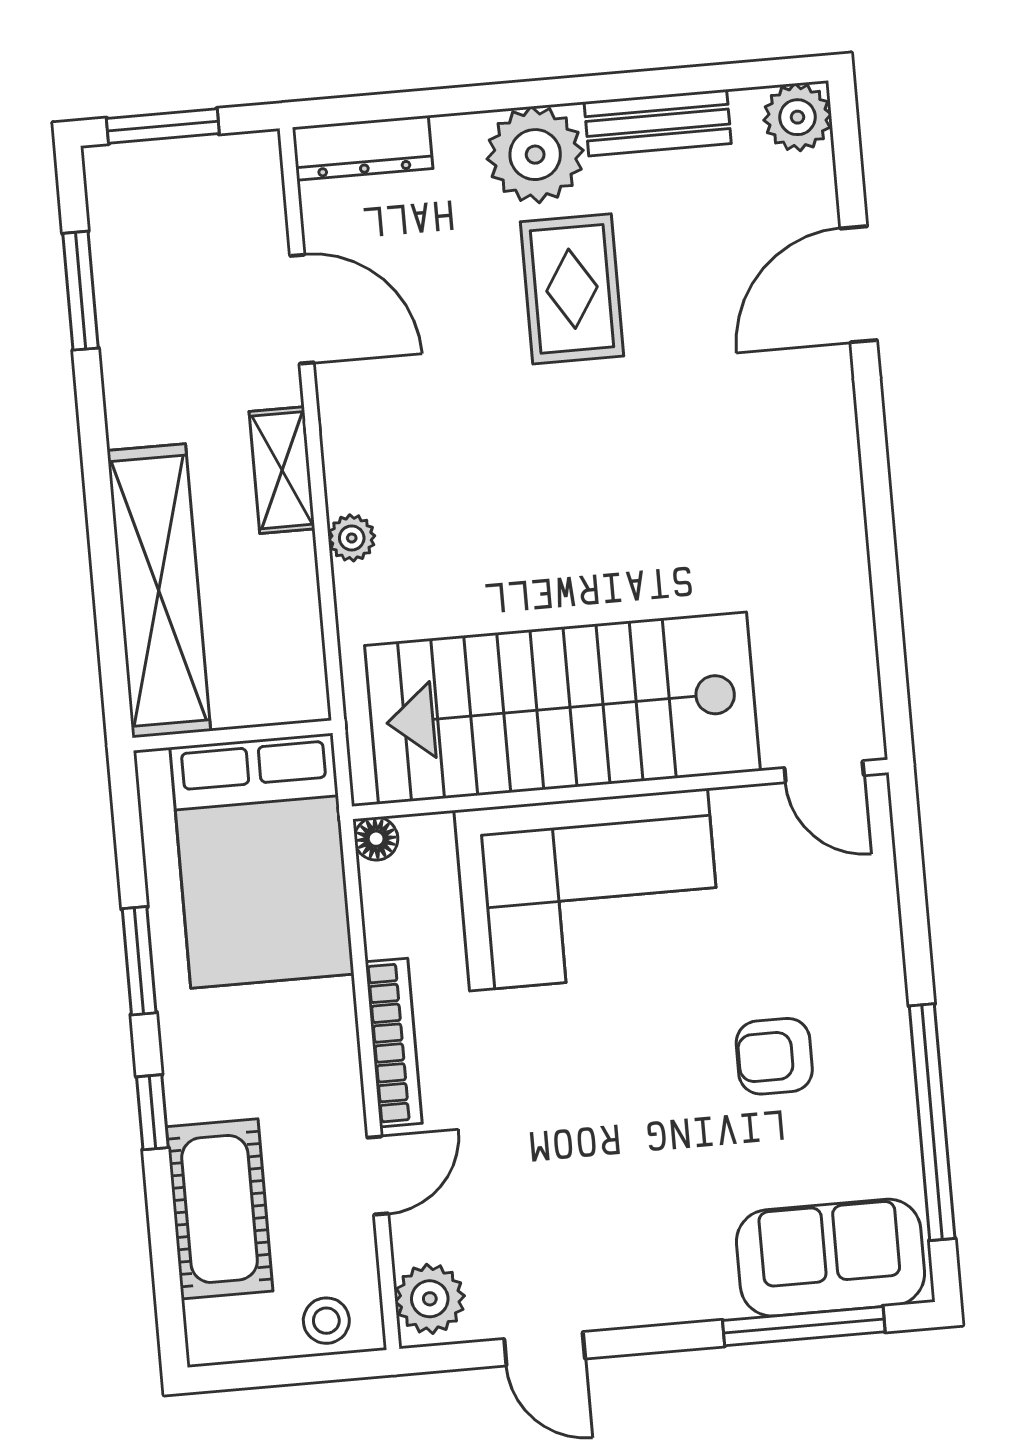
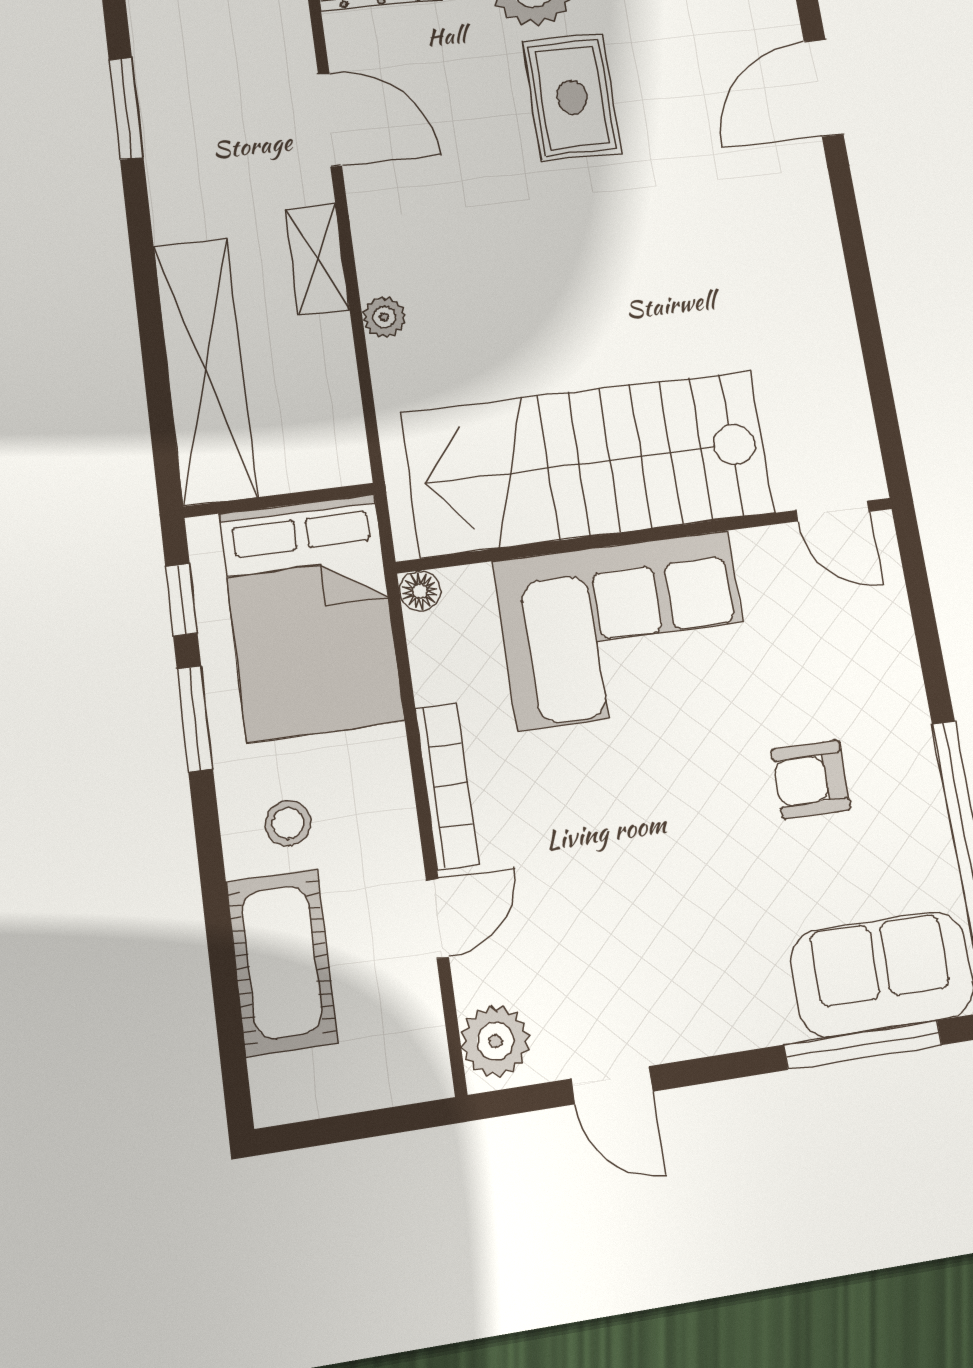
window: (152, 1112) -> (181, 600), moved
stool: (326, 1321) -> (288, 823), moved

